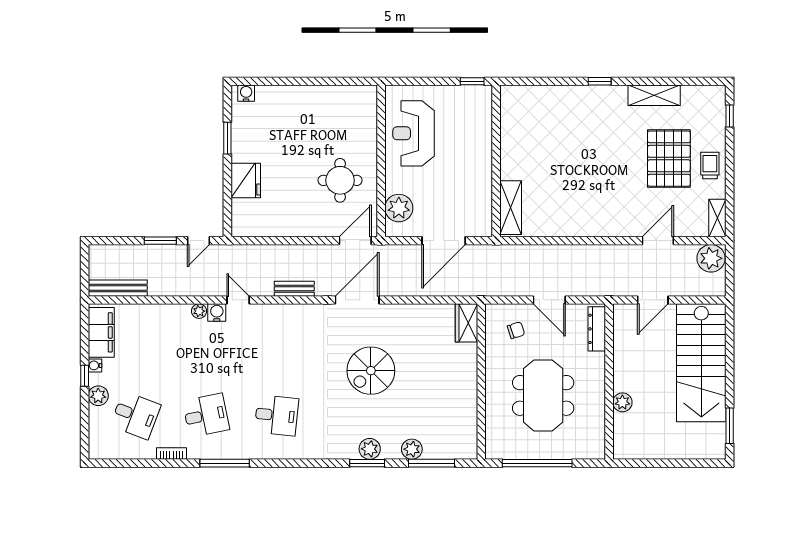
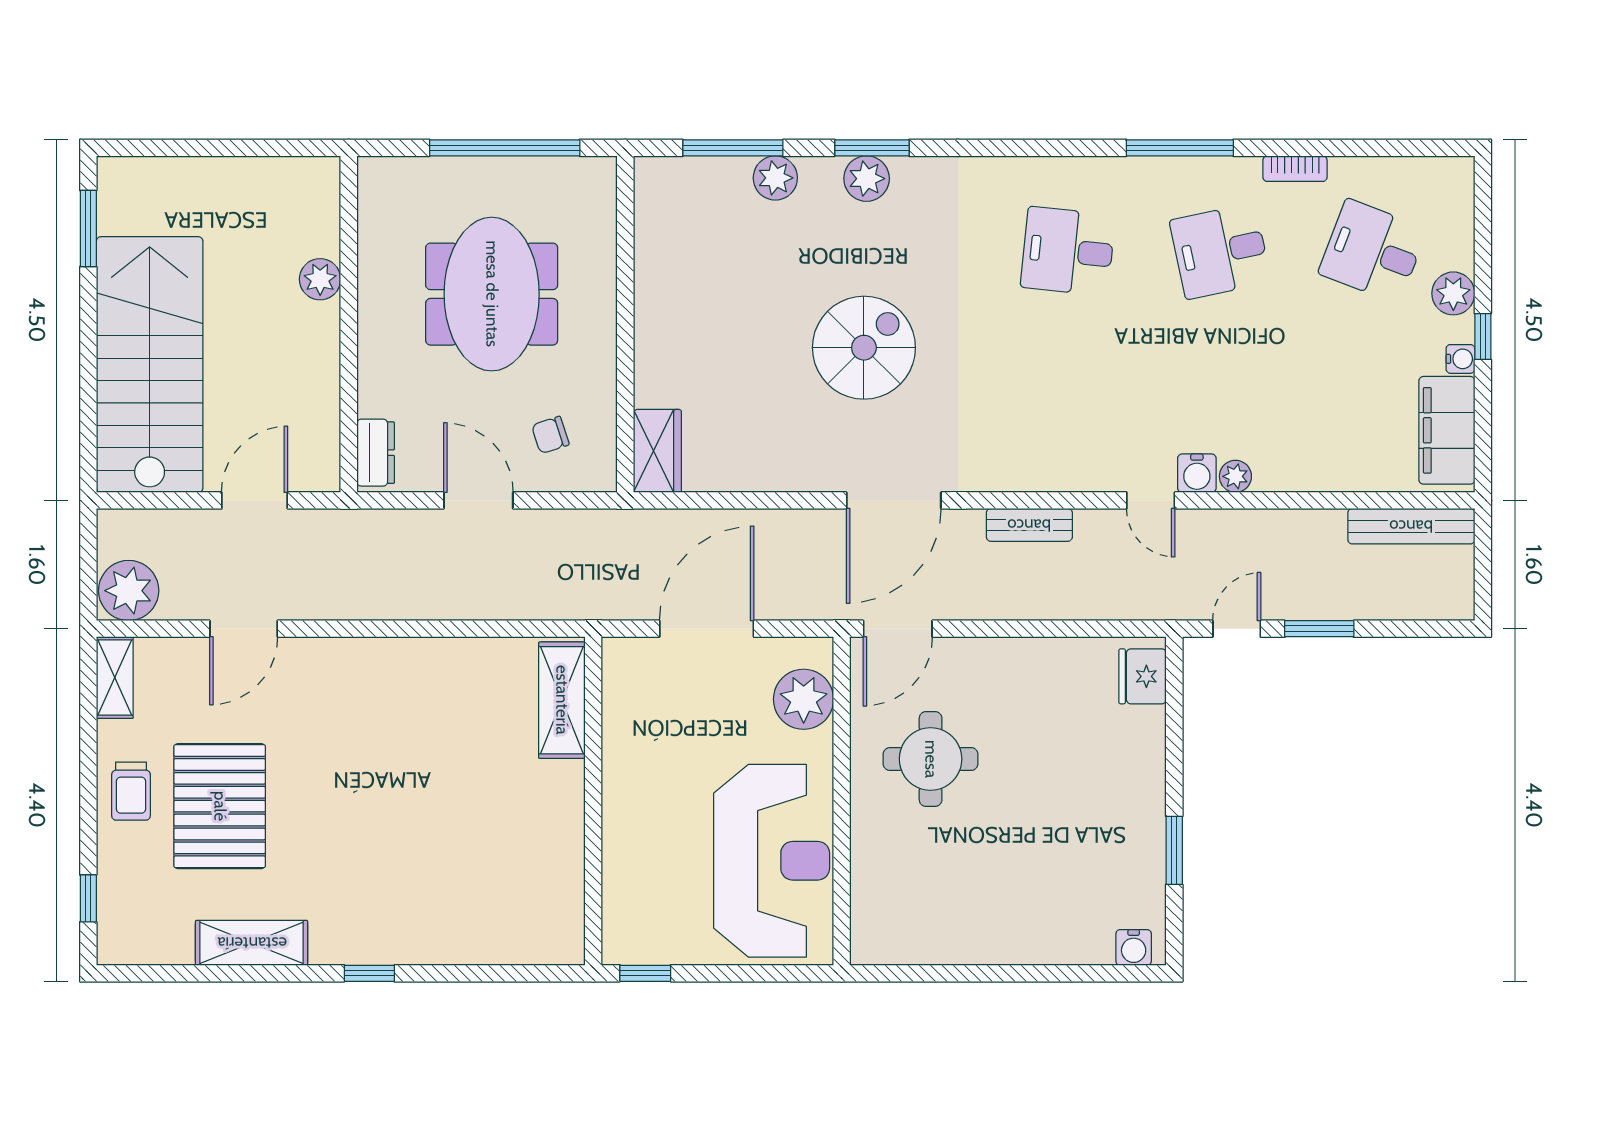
reception desk: (414, 133) -> (772, 861), width x1.36, depth x1.30
fridge: (246, 180) -> (1143, 676), moved, width x0.73, depth x0.75
dresser: (597, 329) -> (376, 453), width x0.70

